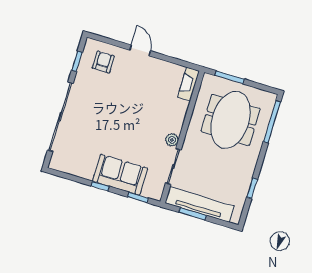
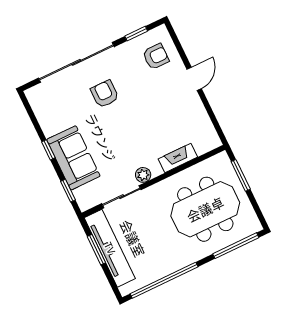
fireplace: (189, 84) -> (178, 158), moved
armchair: (97, 117) -> (105, 94), added
window: (252, 188) -> (164, 280), width x3.17

